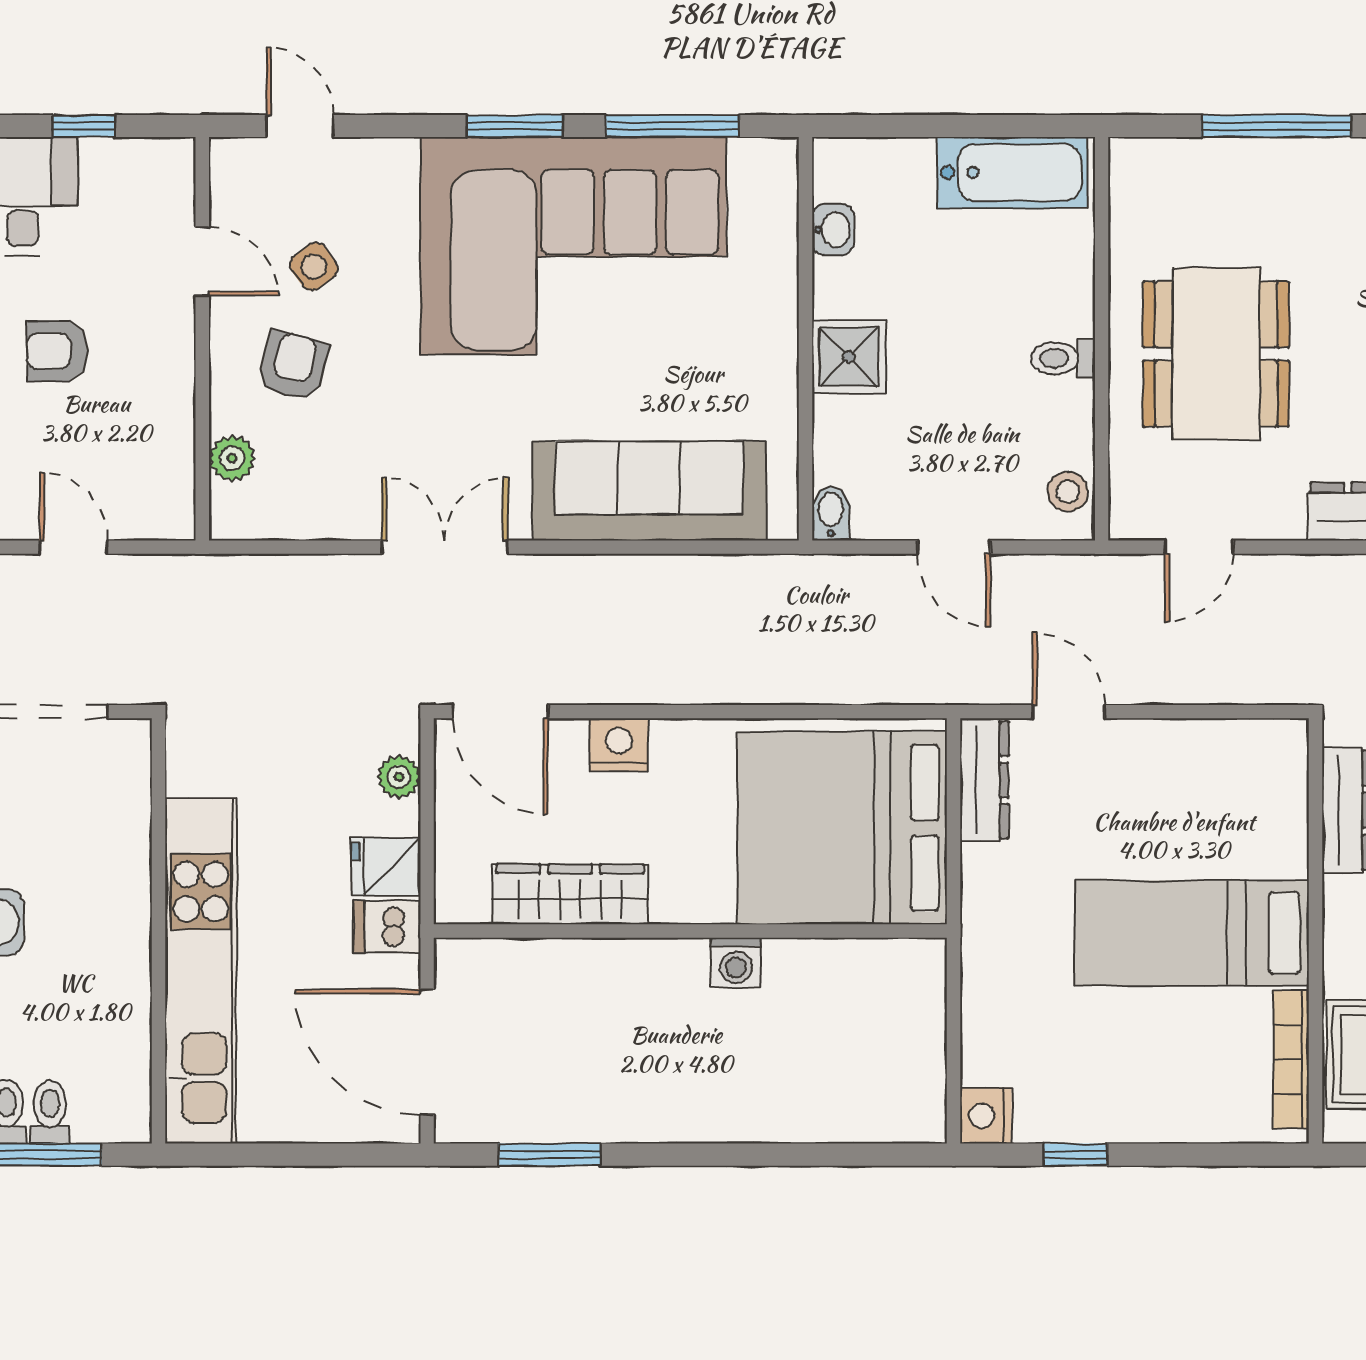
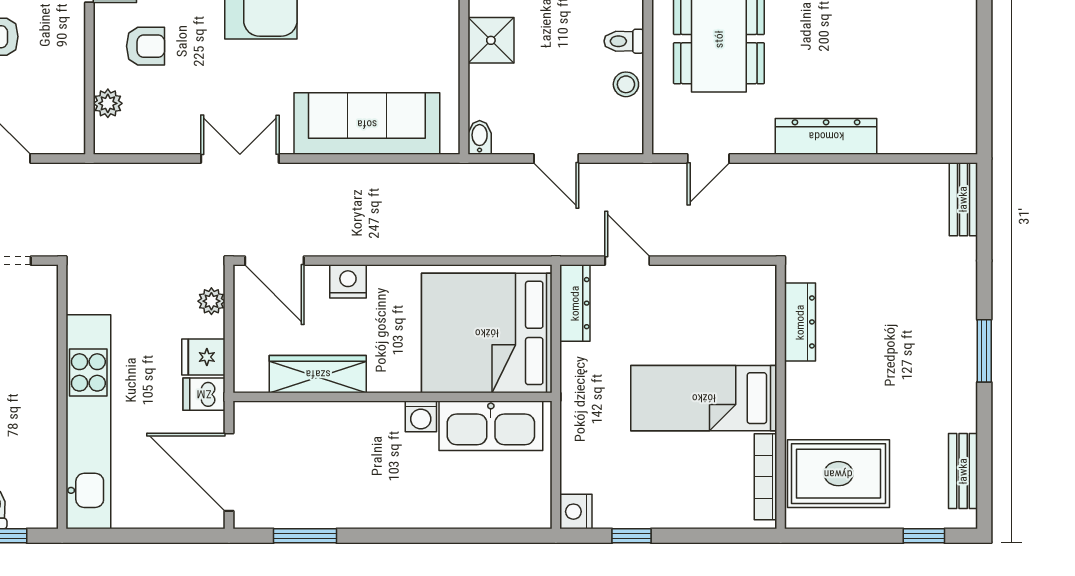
armchair: (293, 366) -> (146, 46), turned 75
stool: (1068, 492) -> (626, 84), moved
kitchen sink: (849, 978) -> (491, 426), added

